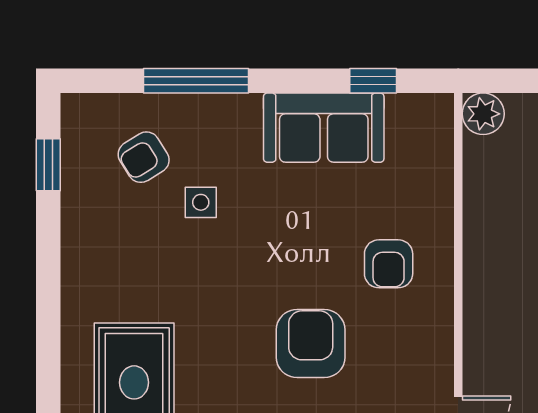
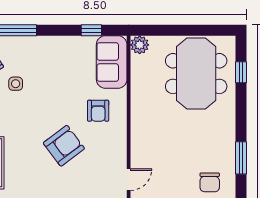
sofa: (324, 128) -> (112, 62), moved, turned 90
armchair: (311, 344) -> (64, 146), turned 53

